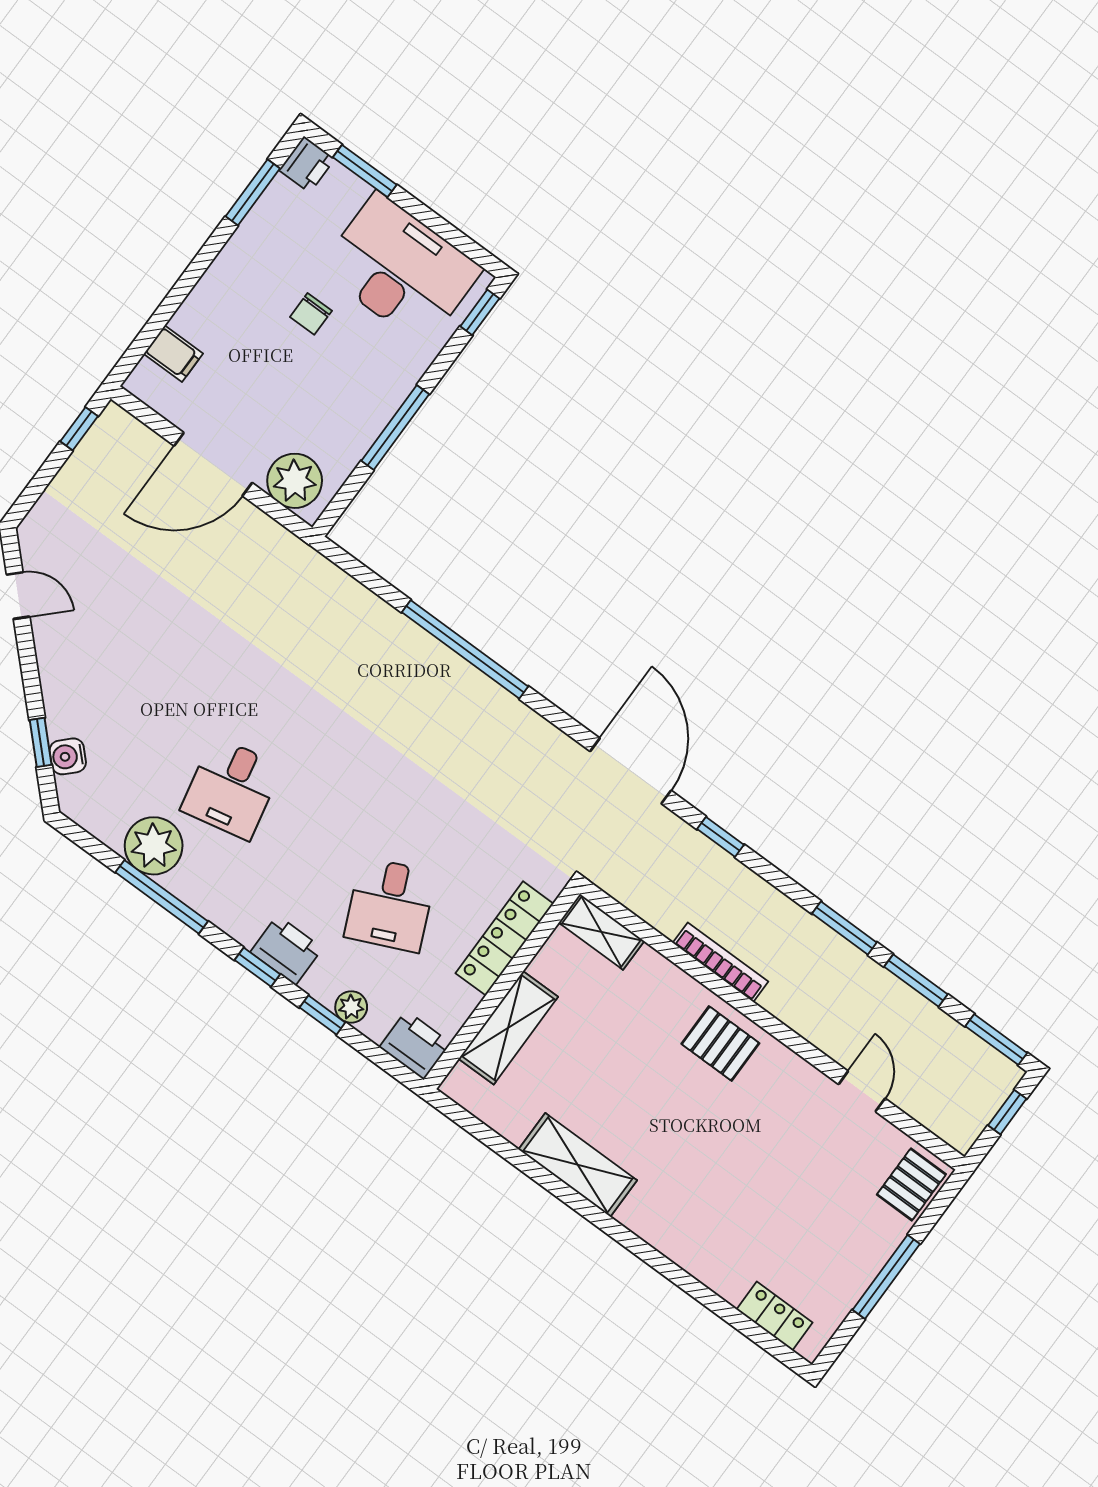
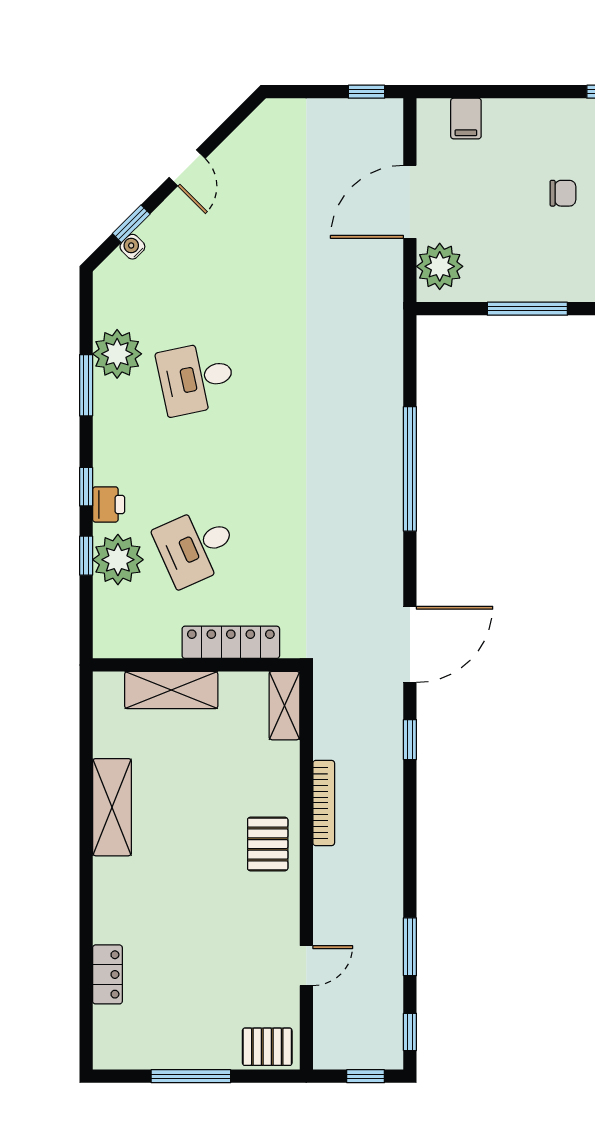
chair: (311, 314) -> (563, 193), turned 180
door: (213, 464) -> (410, 202), hinge flipped
door: (18, 596) -> (187, 168), moved
water cooler: (68, 756) -> (132, 247), width x0.72, depth x0.72
window: (162, 897) -> (86, 385), width x0.69
window: (844, 928) -> (410, 871), removed
printer: (286, 950) -> (109, 504), width x0.73, depth x0.81
plant: (351, 1007) -> (118, 560), width x1.88, depth x1.88
window: (996, 1040) -> (410, 1032), width x0.67
printer: (415, 1045) -> (112, 635), removed
locker: (775, 1316) -> (107, 974), moved

